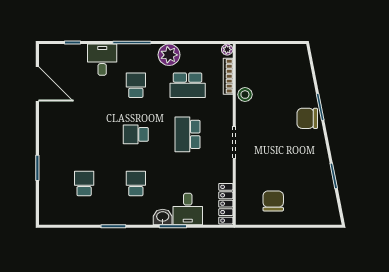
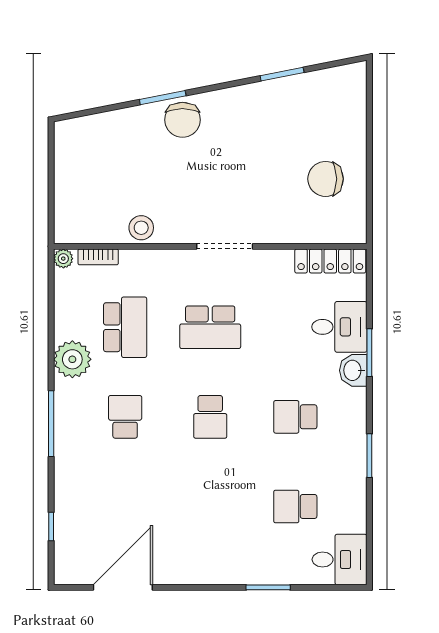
desk: (102, 60) -> (340, 559), moved, turned 180
bookcase: (228, 76) -> (98, 257), width x0.64
school desk: (136, 85) -> (125, 417), turned 90

